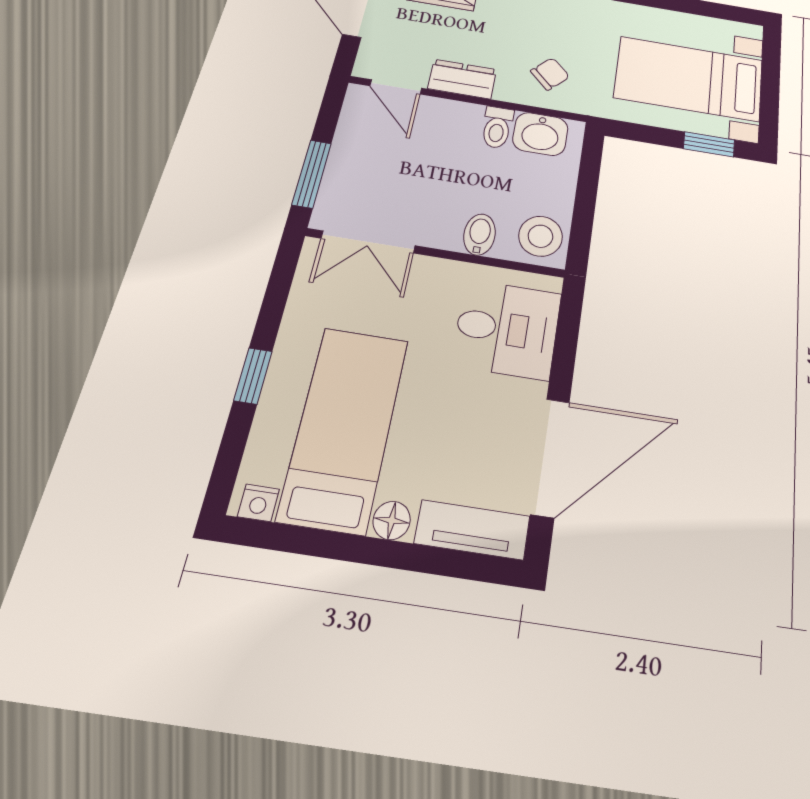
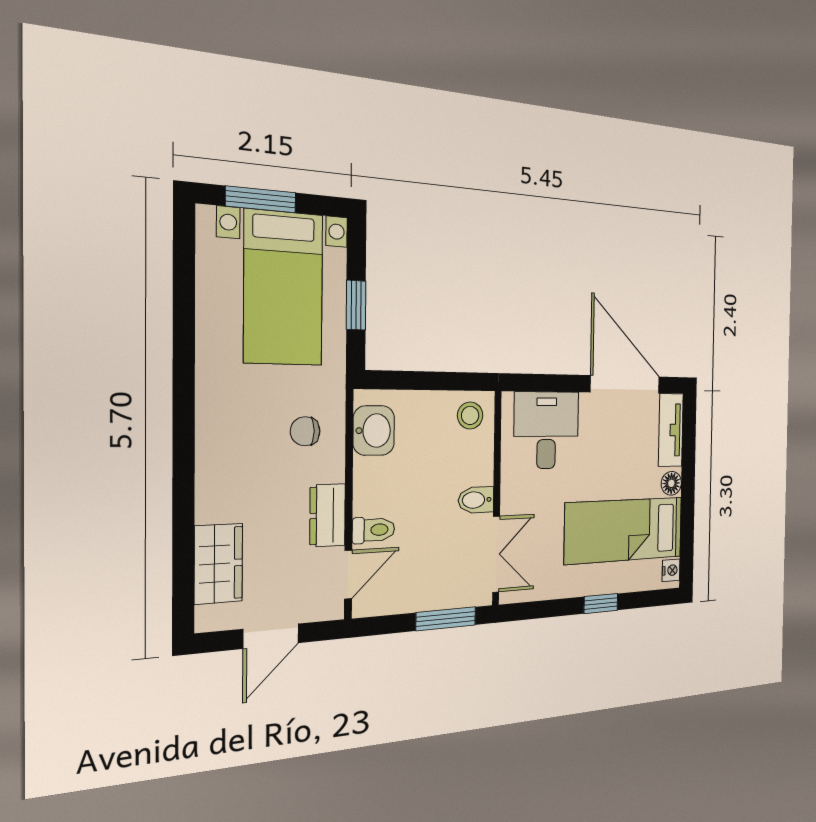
chair: (550, 74) -> (305, 431), turned -44
window: (771, 74) -> (261, 199), added
toilet: (497, 127) -> (374, 530), moved
window: (709, 144) -> (356, 305), moved
bidet: (479, 234) -> (476, 500), moved
stool: (541, 236) -> (470, 415), width x0.73, depth x0.73

